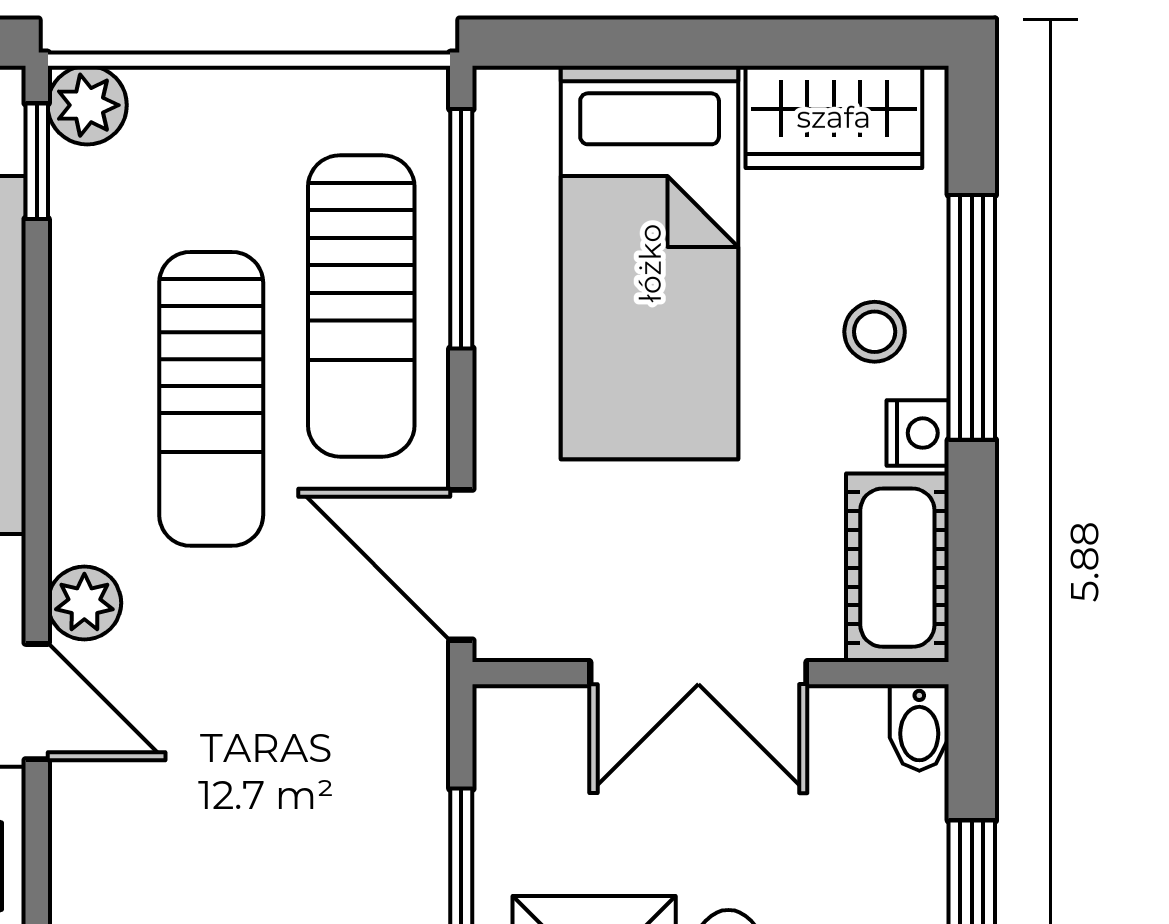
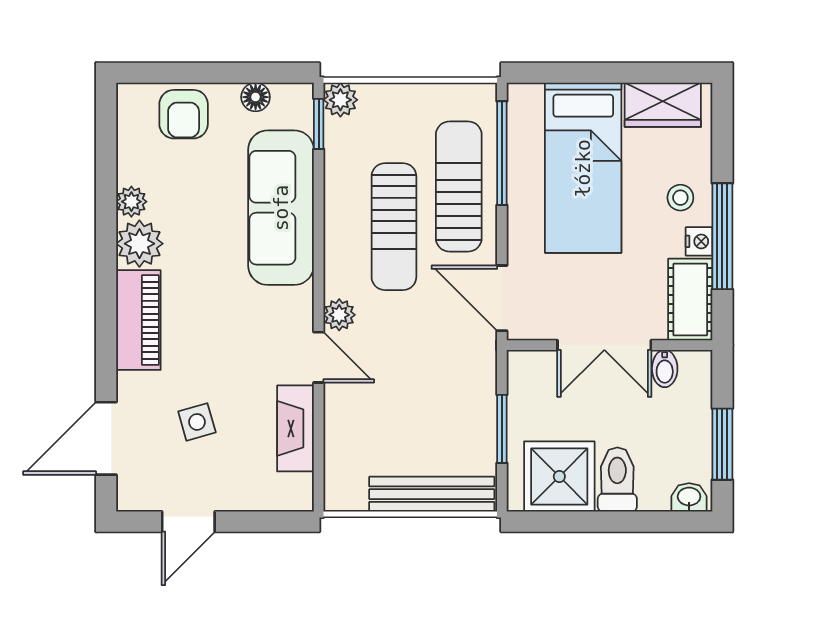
sun lounger: (361, 306) -> (459, 187), turned 180
window: (972, 317) -> (722, 236), moved
bidet: (919, 727) -> (665, 369), moved

